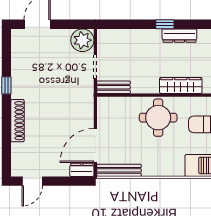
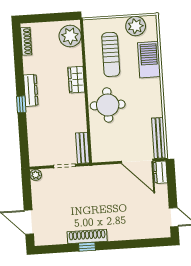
plant: (82, 40) -> (36, 175), width x0.53, depth x0.53
wardrobe: (181, 85) -> (76, 80), width x0.67
shoe rack: (17, 121) -> (87, 237), moved

